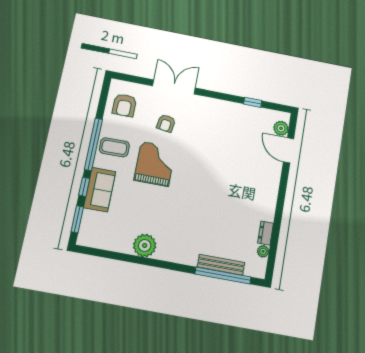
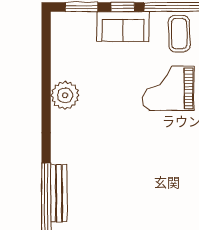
grand piano: (155, 164) -> (168, 88), turned 180

